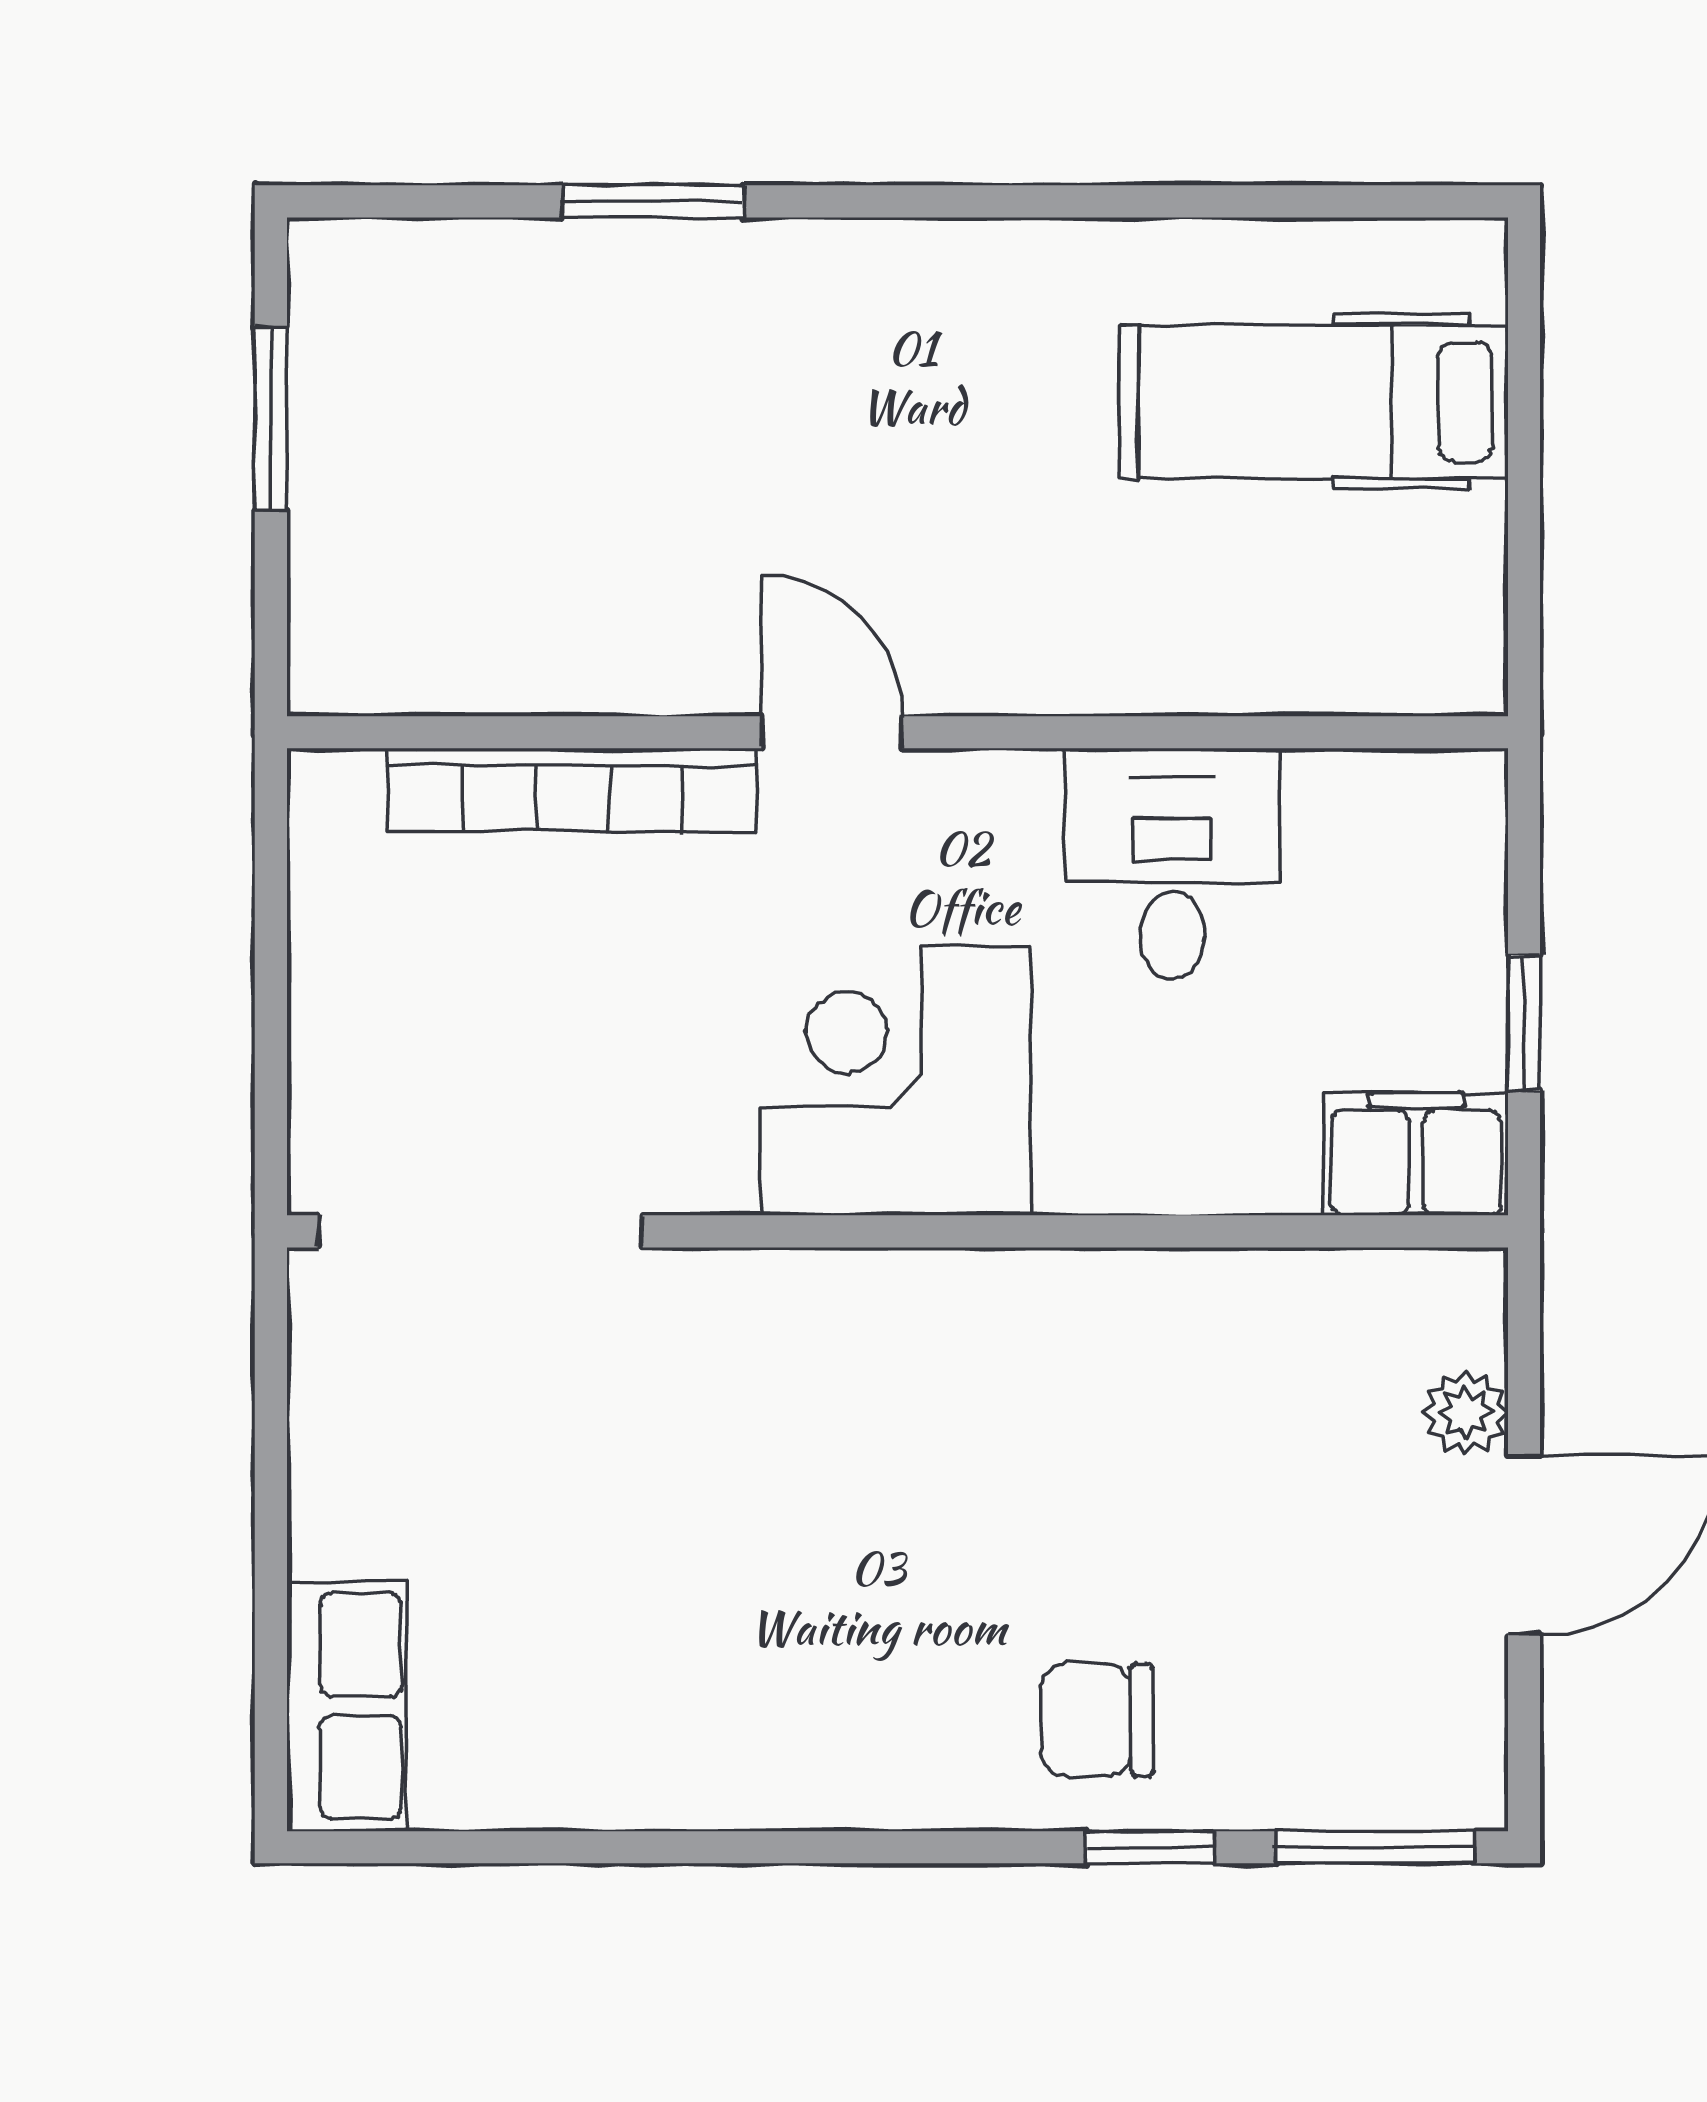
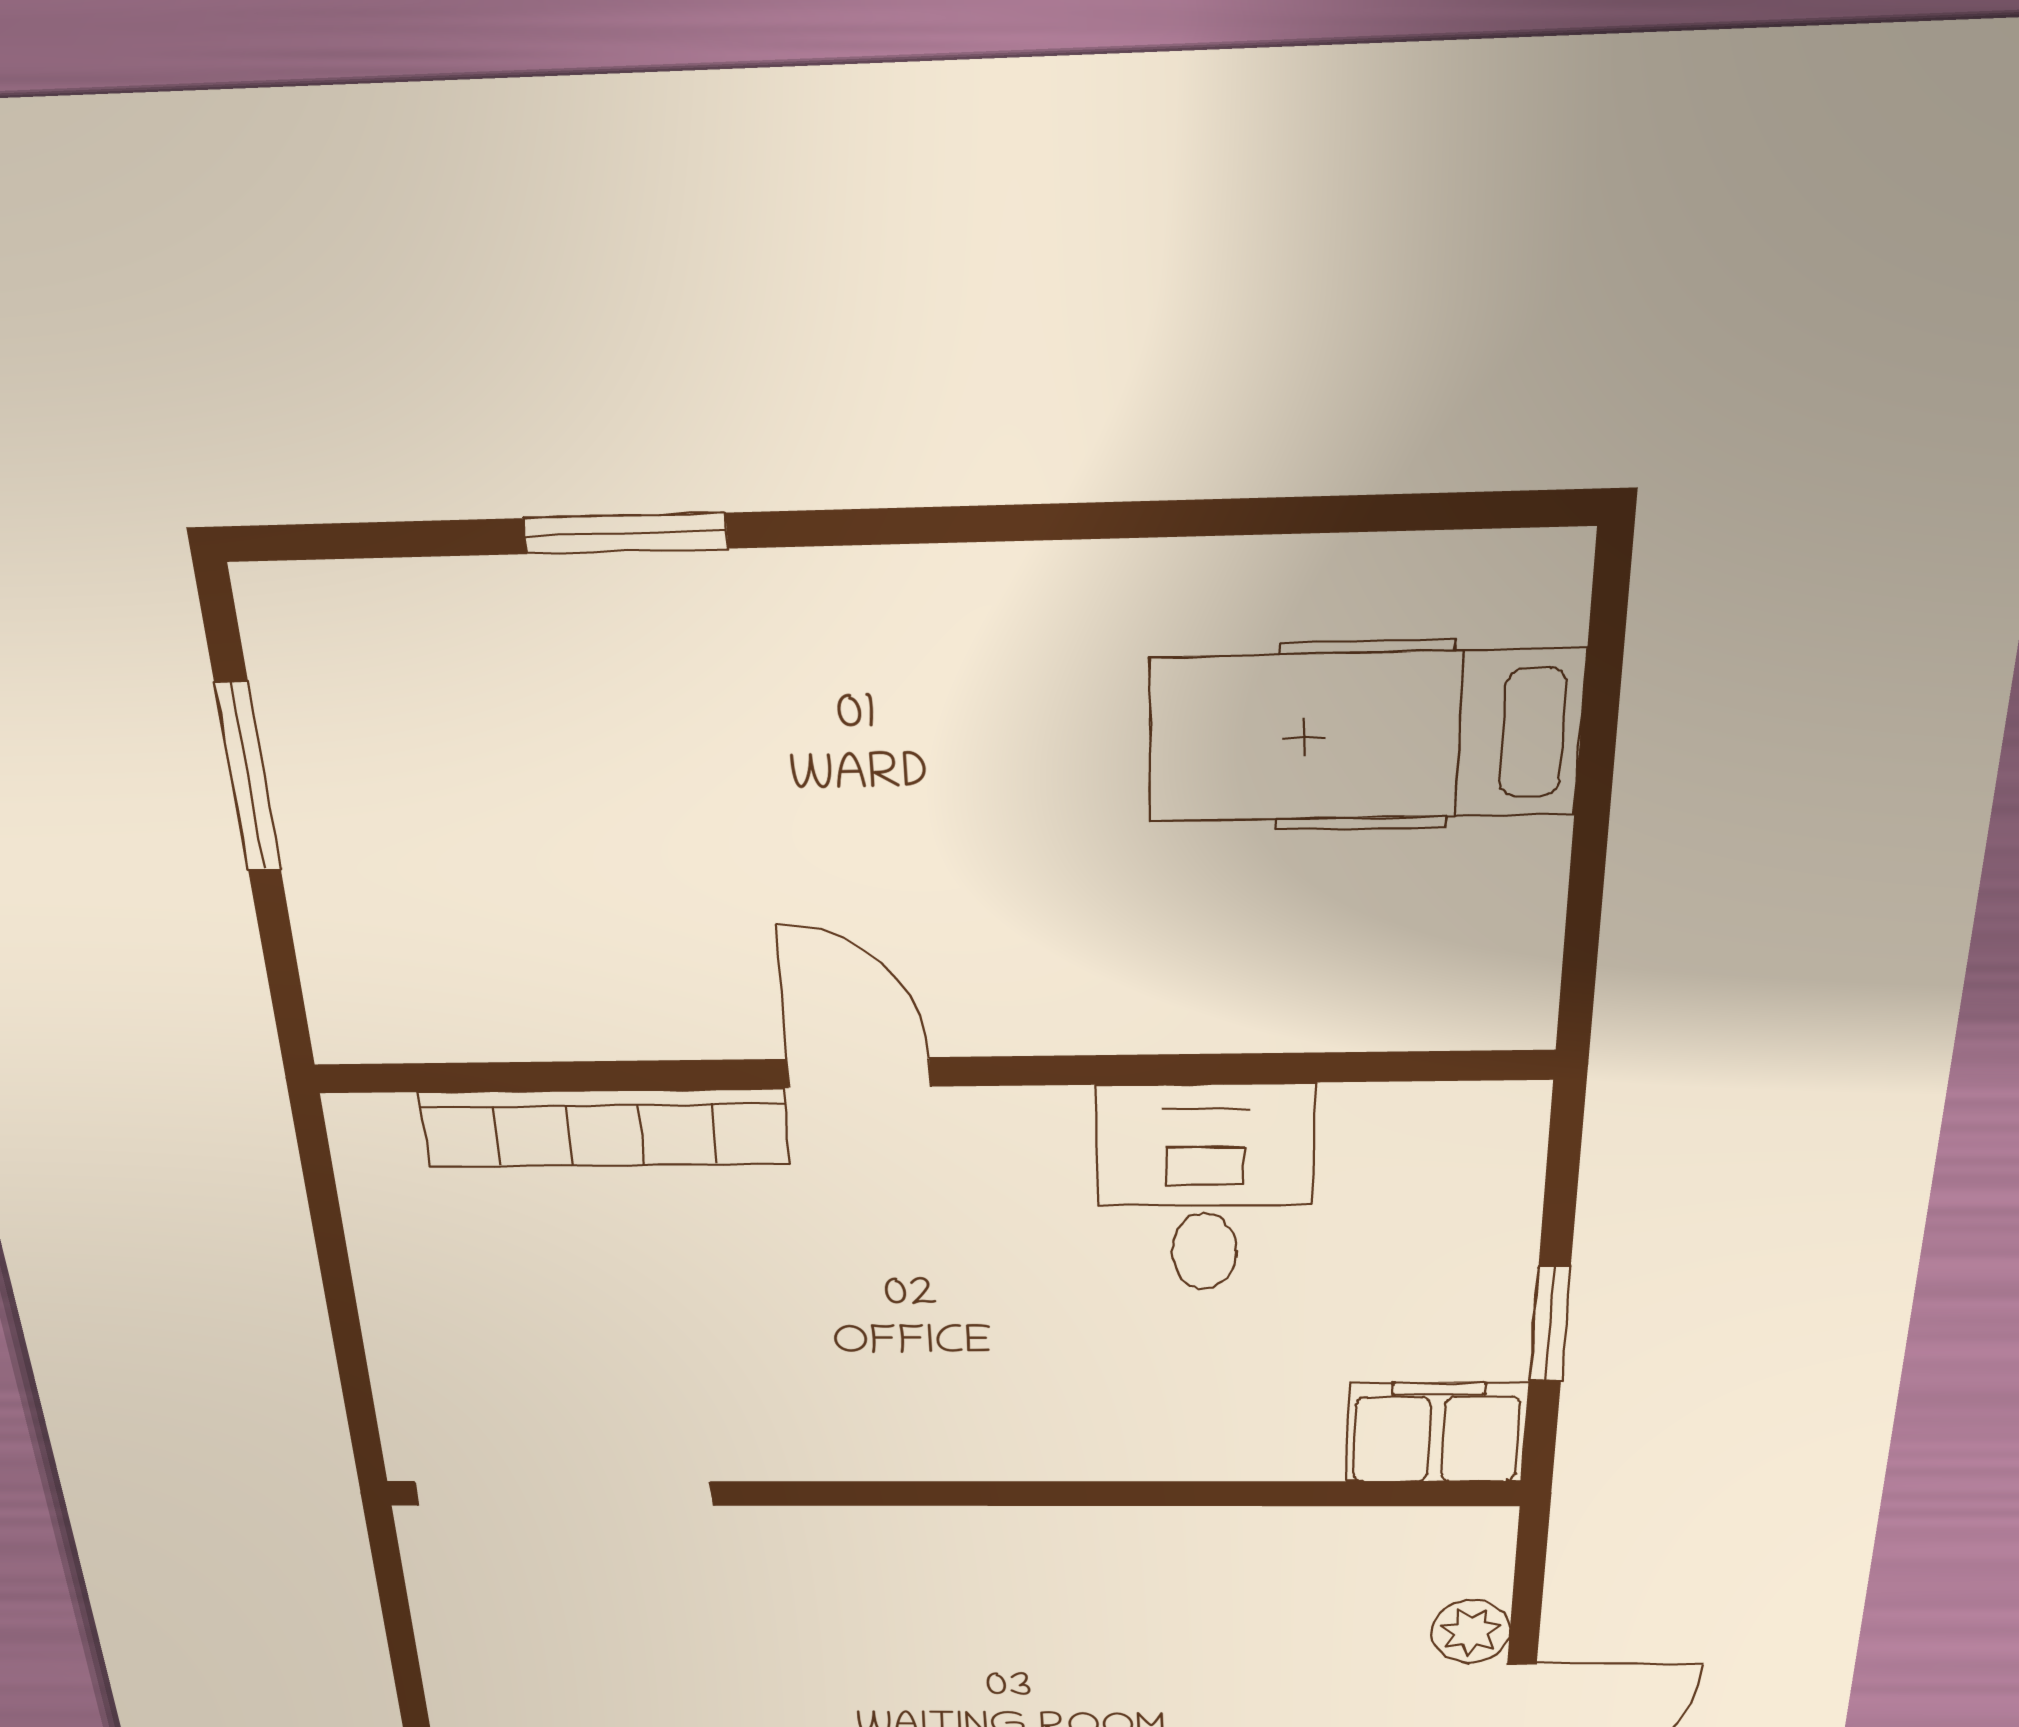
corner desk: (895, 1081) -> (938, 1374), removed

